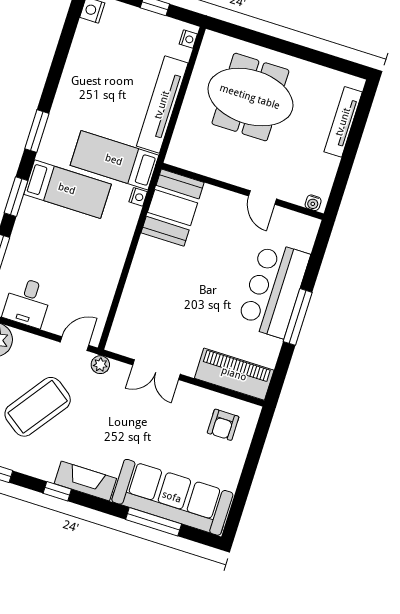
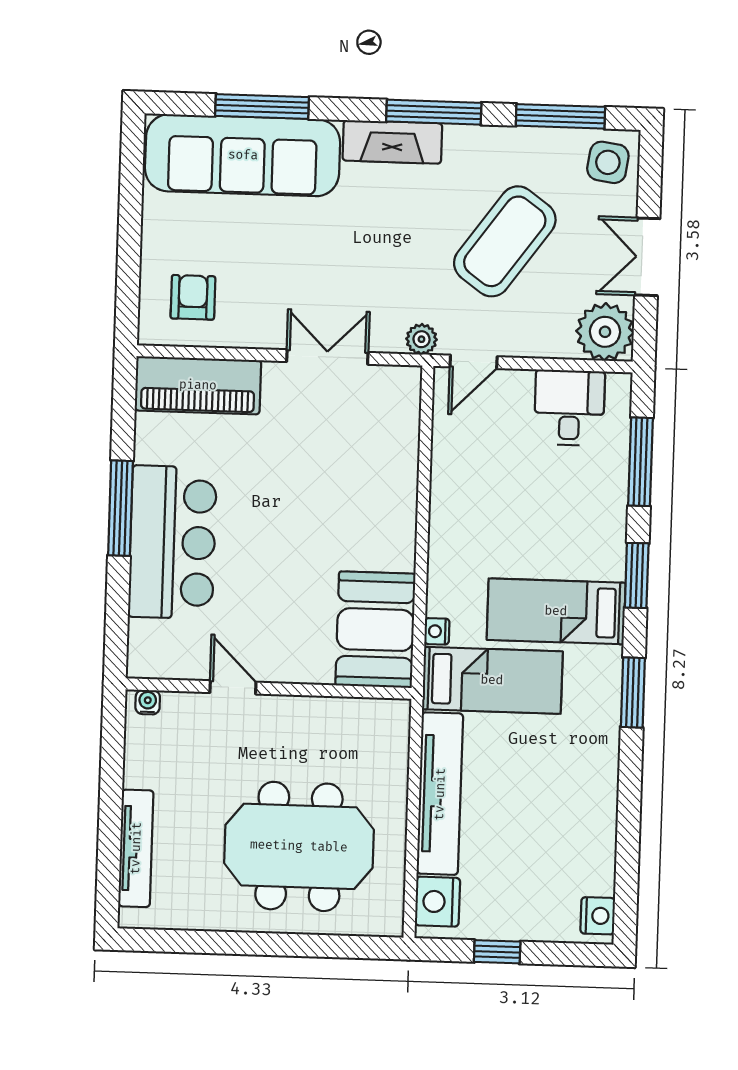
nightstand: (188, 39) -> (438, 902), width x1.89, depth x1.79
window: (57, 491) -> (434, 112), width x2.17

